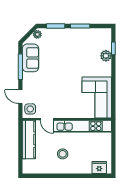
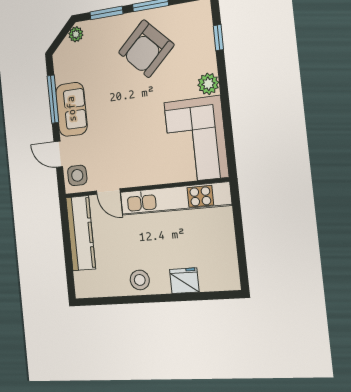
armchair: (75, 48) -> (146, 49), added
plant: (106, 56) -> (208, 84), moved
sofa: (30, 58) -> (71, 109), moved
stool: (63, 154) -> (140, 280), moved
fridge: (99, 168) -> (184, 281), moved

